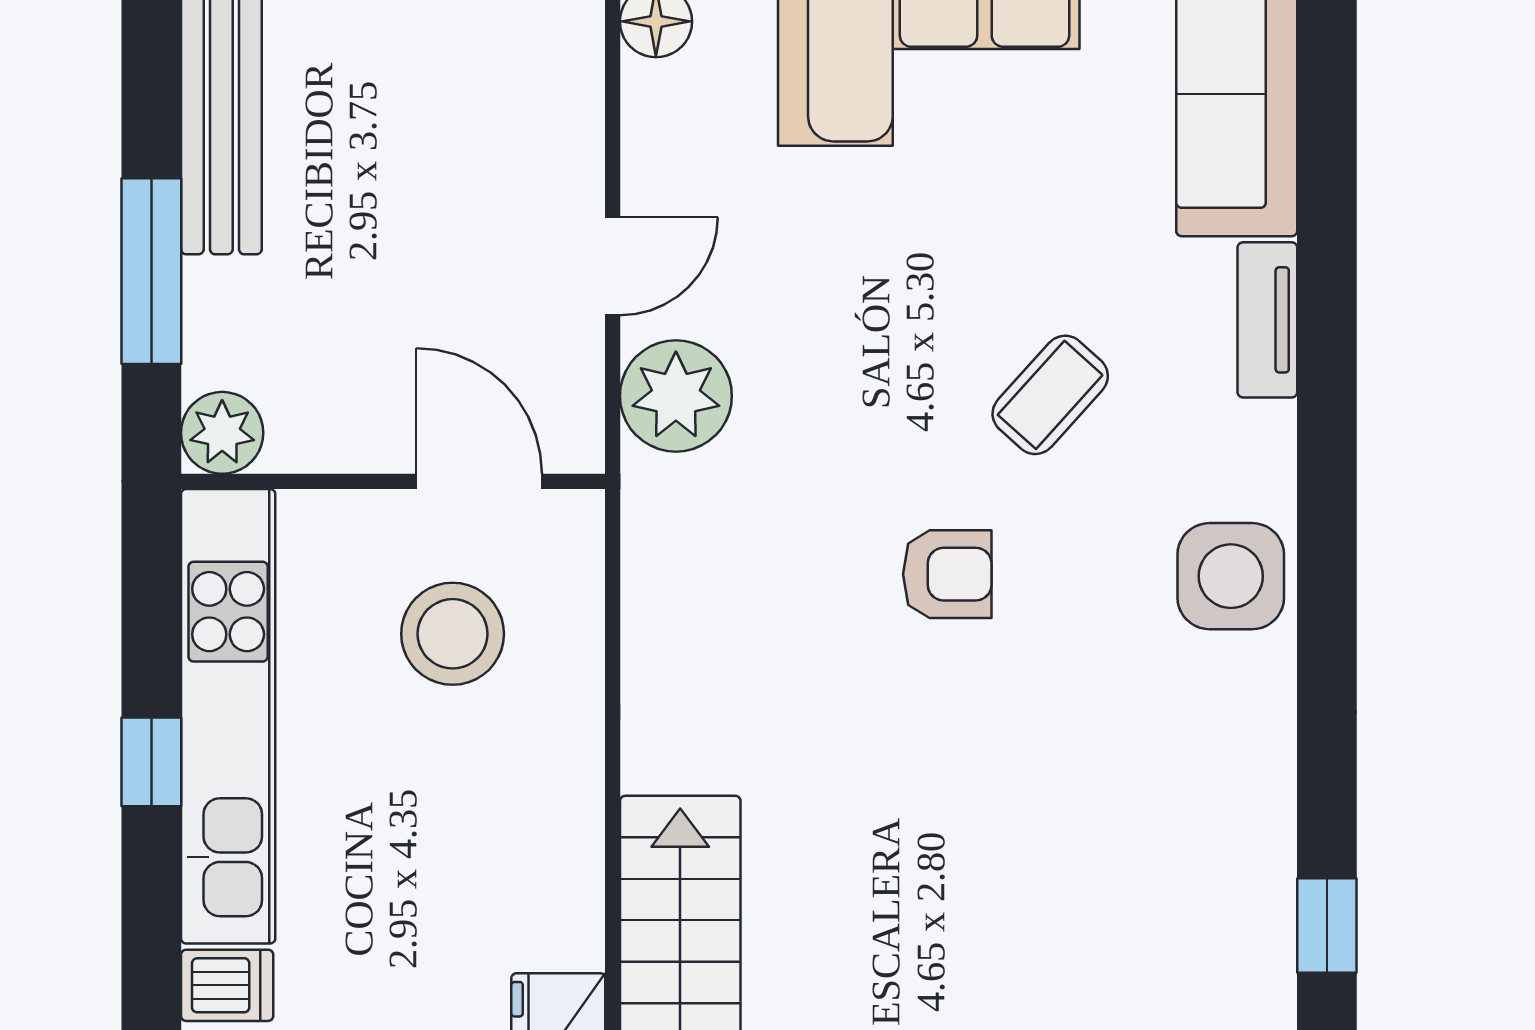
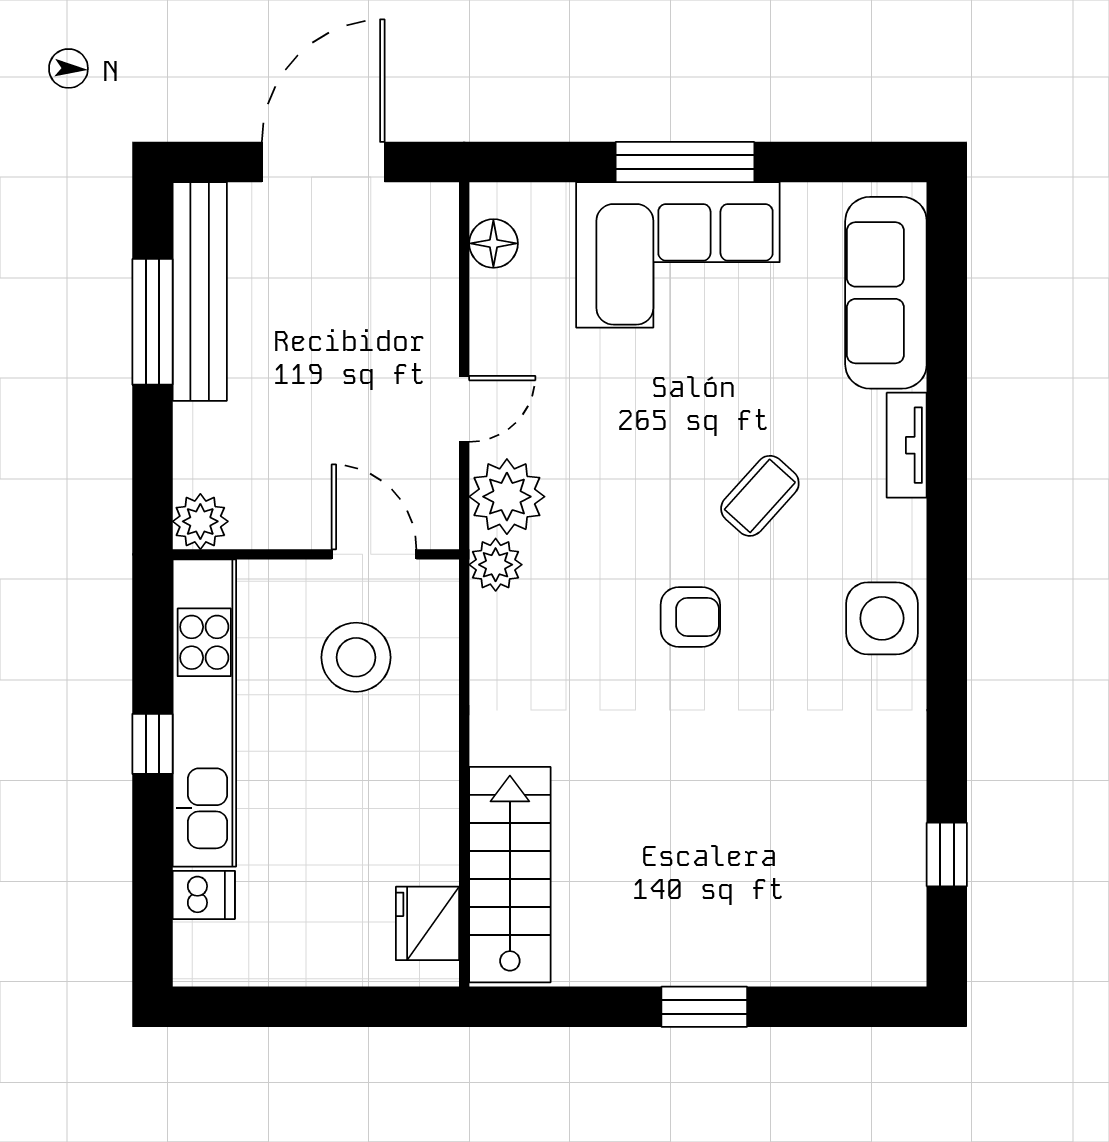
window: (151, 271) -> (152, 322), moved
plant: (659, 497) -> (496, 565), added

